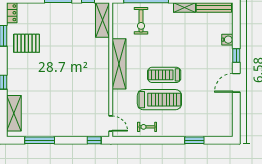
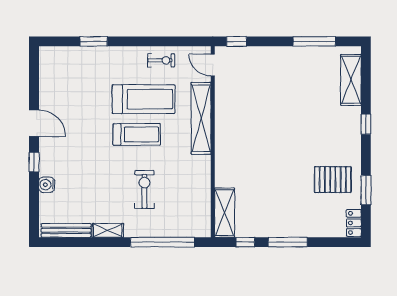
exercise bike: (141, 21) -> (144, 189), moved
shelving: (119, 64) -> (201, 118), moved
door: (236, 83) -> (34, 123), hinge flipped
treadmill: (159, 100) -> (144, 99), turned 180

